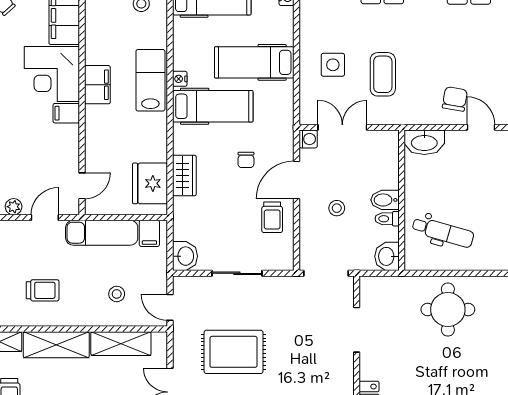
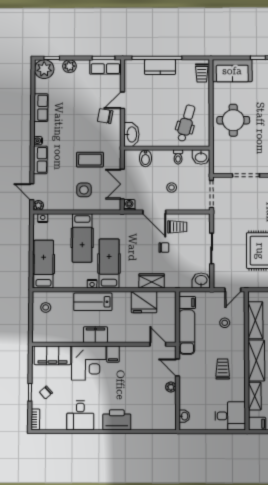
chair: (246, 160) -> (164, 248), moved
fridge: (150, 183) -> (144, 302), moved
bidet: (385, 200) -> (145, 158), moved

